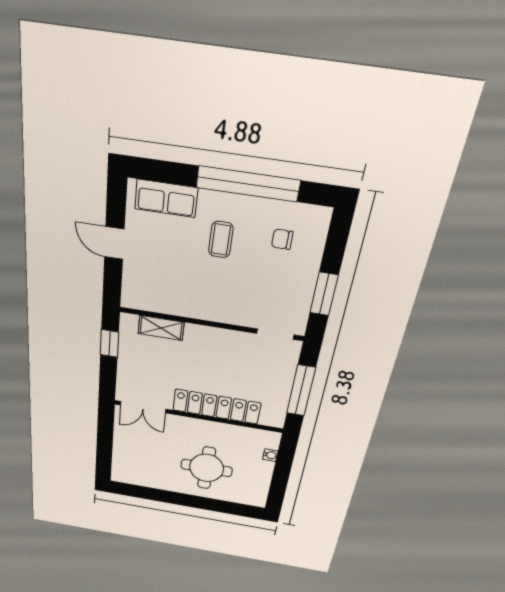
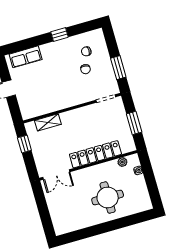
window: (248, 184) -> (60, 34), width x0.32
coffee table: (221, 240) -> (58, 64), removed
chair: (265, 270) -> (86, 69), added
window: (301, 391) -> (134, 123), width x0.69
plant: (253, 434) -> (122, 162), added

